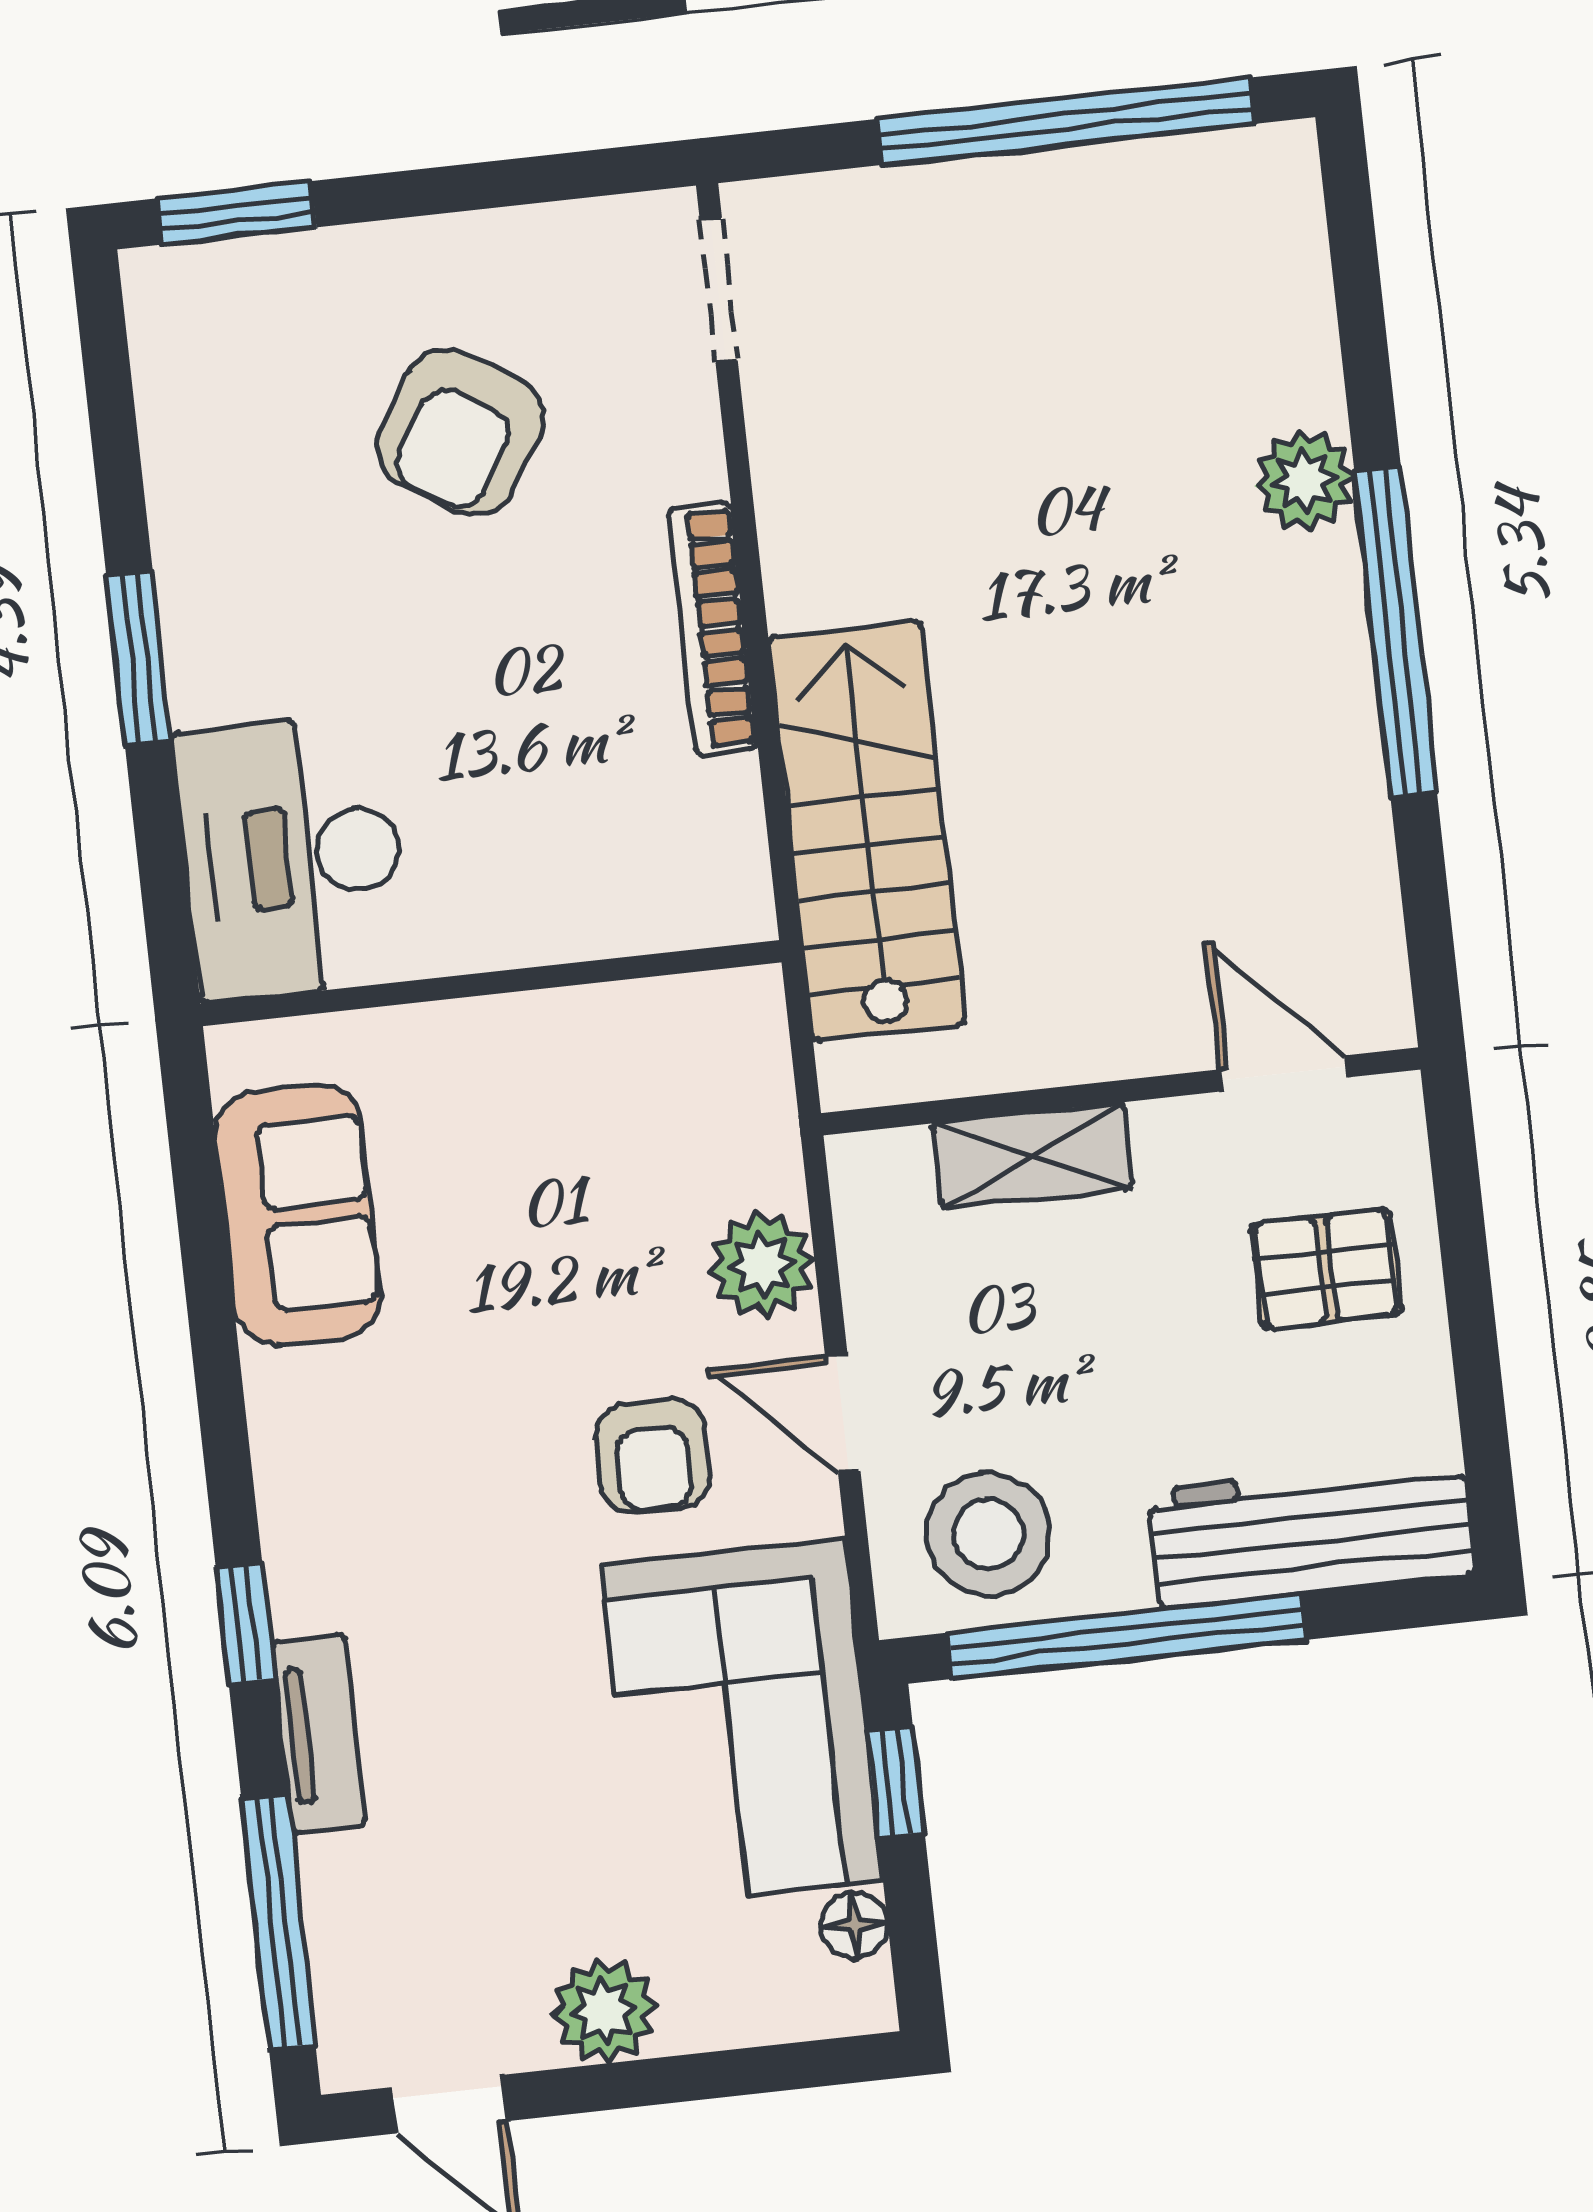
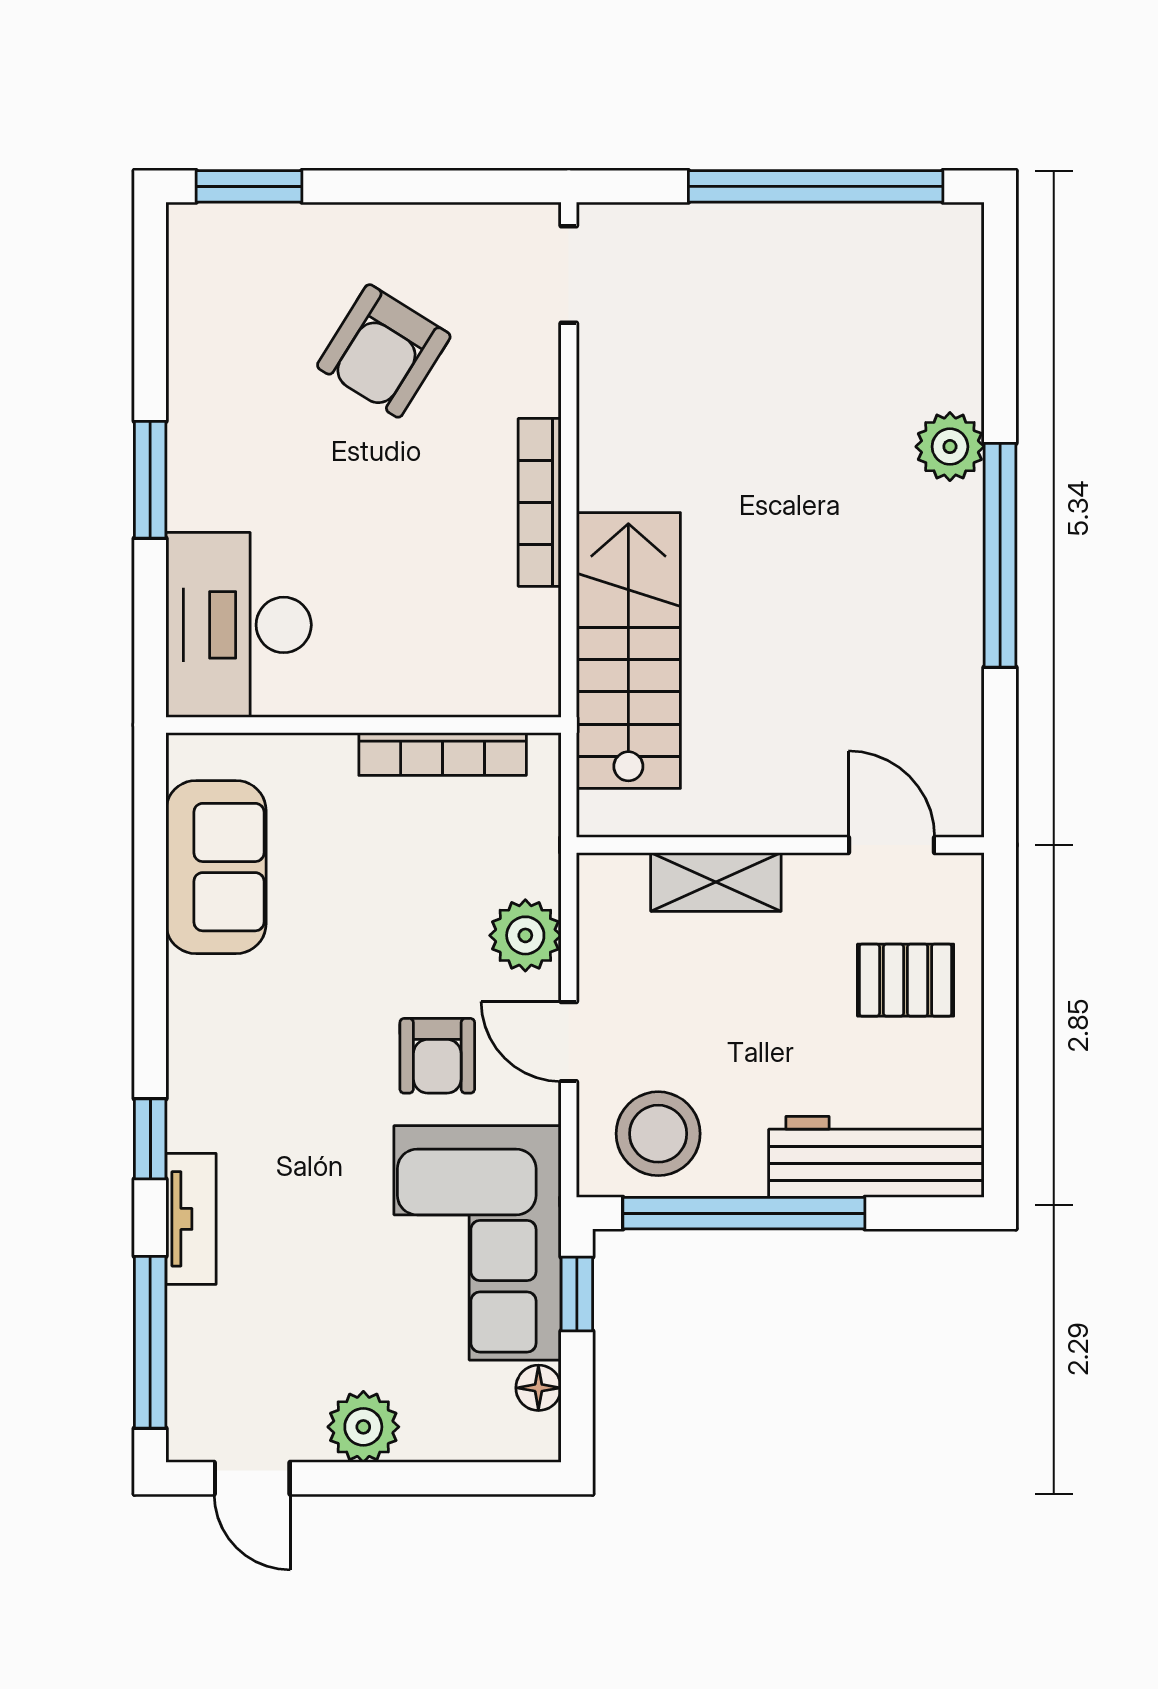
bookcase: (611, 1013) -> (443, 754), added

